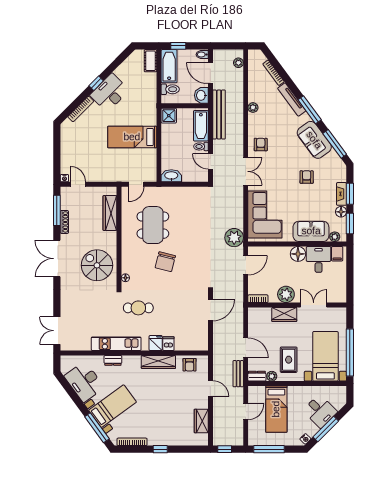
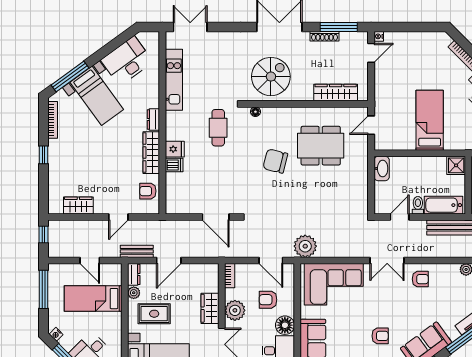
door: (136, 184) -> (371, 125), hinge flipped
armchair: (277, 268) -> (268, 300), added
kitchen unit: (116, 344) -> (174, 80), moved
dresser: (113, 360) -> (153, 120), moved

